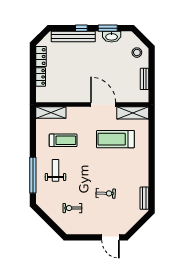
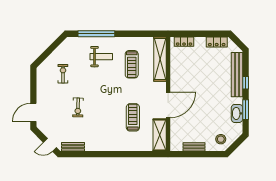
locker: (41, 77) -> (184, 42), moved
shelving: (51, 112) -> (160, 59), width x1.47
treadmill: (115, 139) -> (133, 117), width x0.73, depth x0.73
door: (143, 221) -> (50, 145), added

